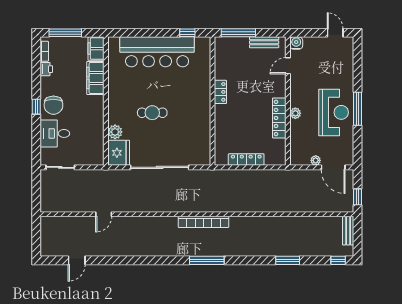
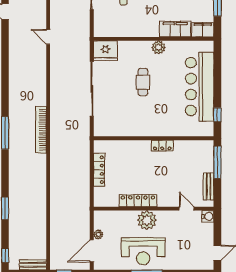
plant: (295, 113) -> (147, 220), width x1.88, depth x1.88
plant: (115, 132) -> (159, 47), moved

